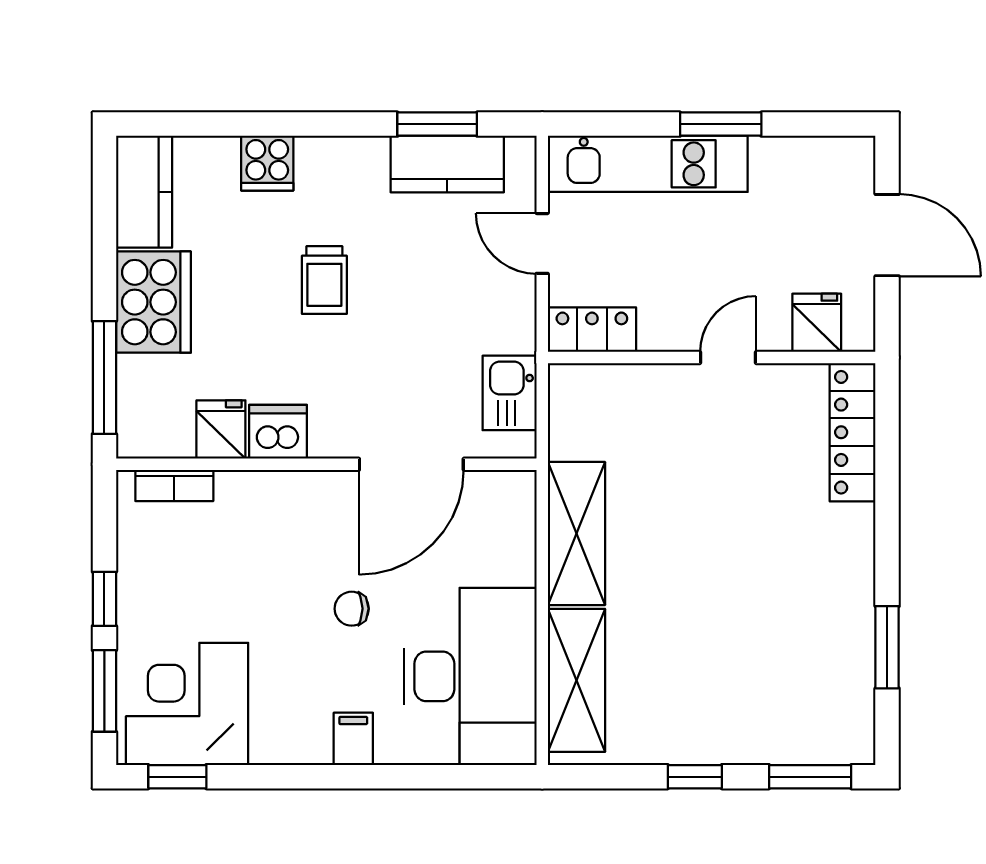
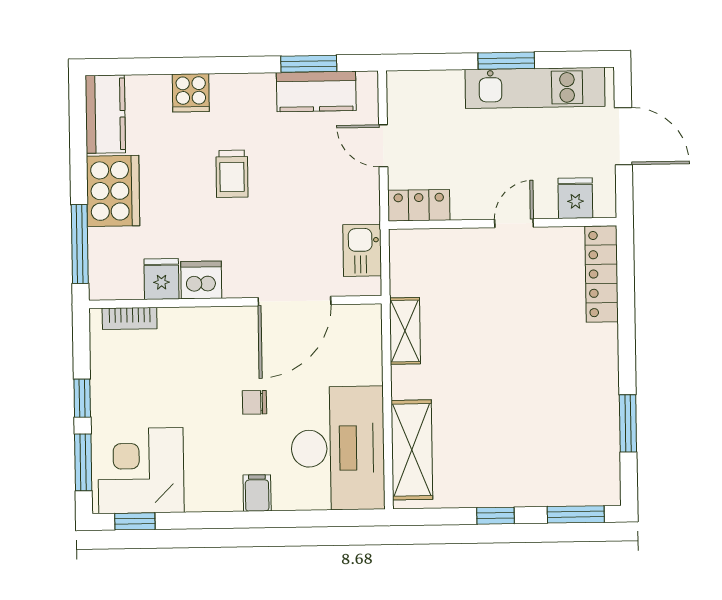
kitchen unit: (648, 164) -> (535, 88), moved
shelving: (576, 534) -> (405, 331), width x0.67, depth x0.75

